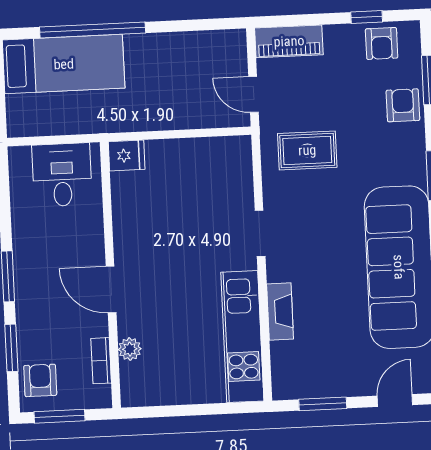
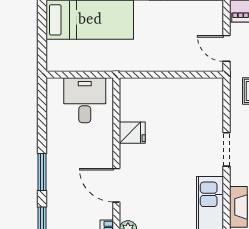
fridge: (127, 156) -> (132, 133), moved

